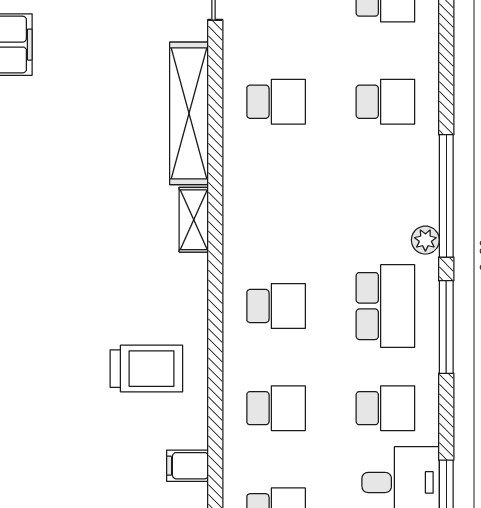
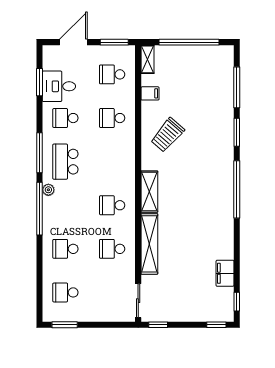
shelving: (194, 220) -> (149, 192), width x1.50, depth x1.33
school desk: (276, 306) -> (112, 205), moved
trolley: (146, 369) -> (167, 135), turned -49

